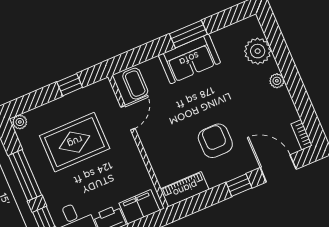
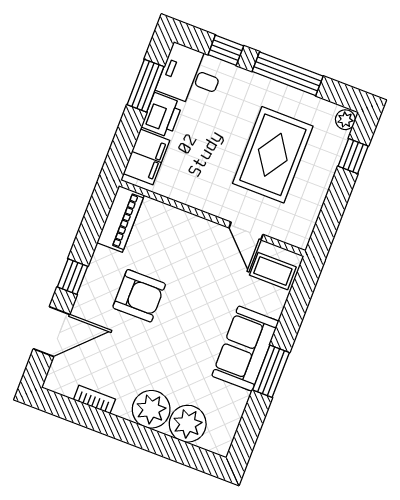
plant: (277, 81) -> (151, 409), width x1.88, depth x1.88
window: (70, 85) -> (353, 156), moved
bookcase: (302, 135) -> (94, 399), moved

